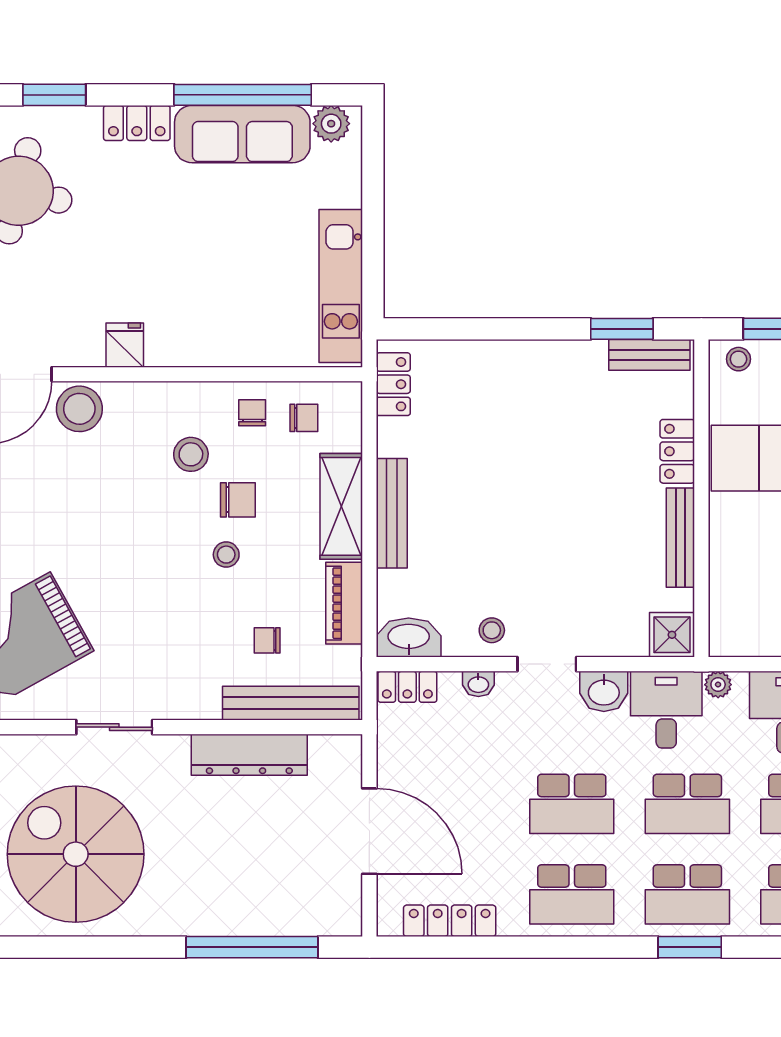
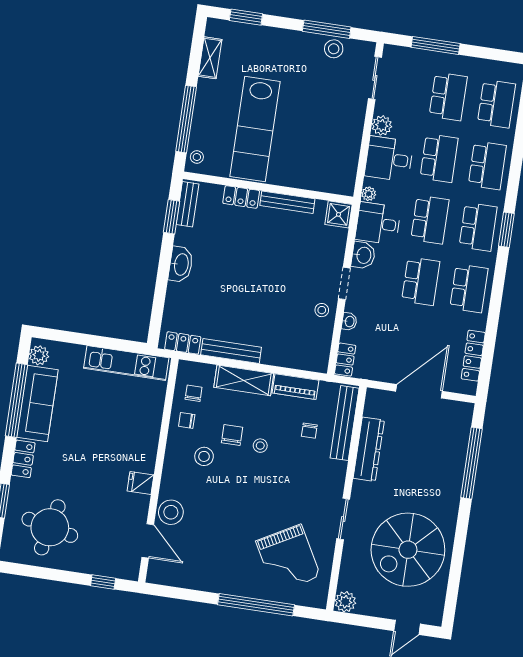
bench: (392, 513) -> (231, 351), moved
washbasin: (409, 638) -> (181, 264), moved, turned 180

